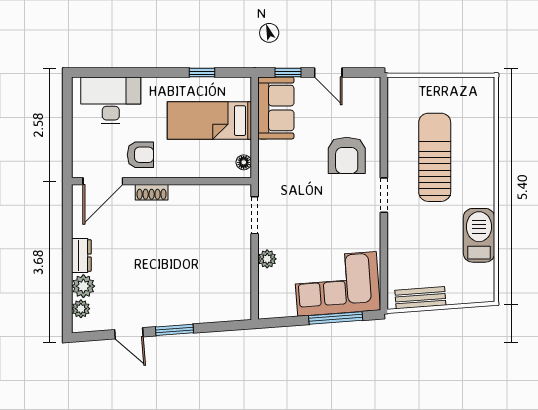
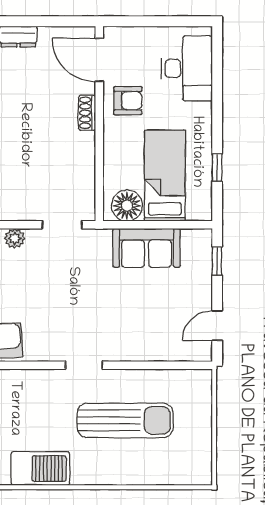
door: (328, 73) -> (217, 326), moved
sofa: (276, 108) -> (147, 248), moved
armchair: (140, 155) -> (128, 101), turned -90
armchair: (347, 155) -> (127, 325), removed
floor lamp: (244, 162) -> (127, 206), width x1.89, depth x1.89

